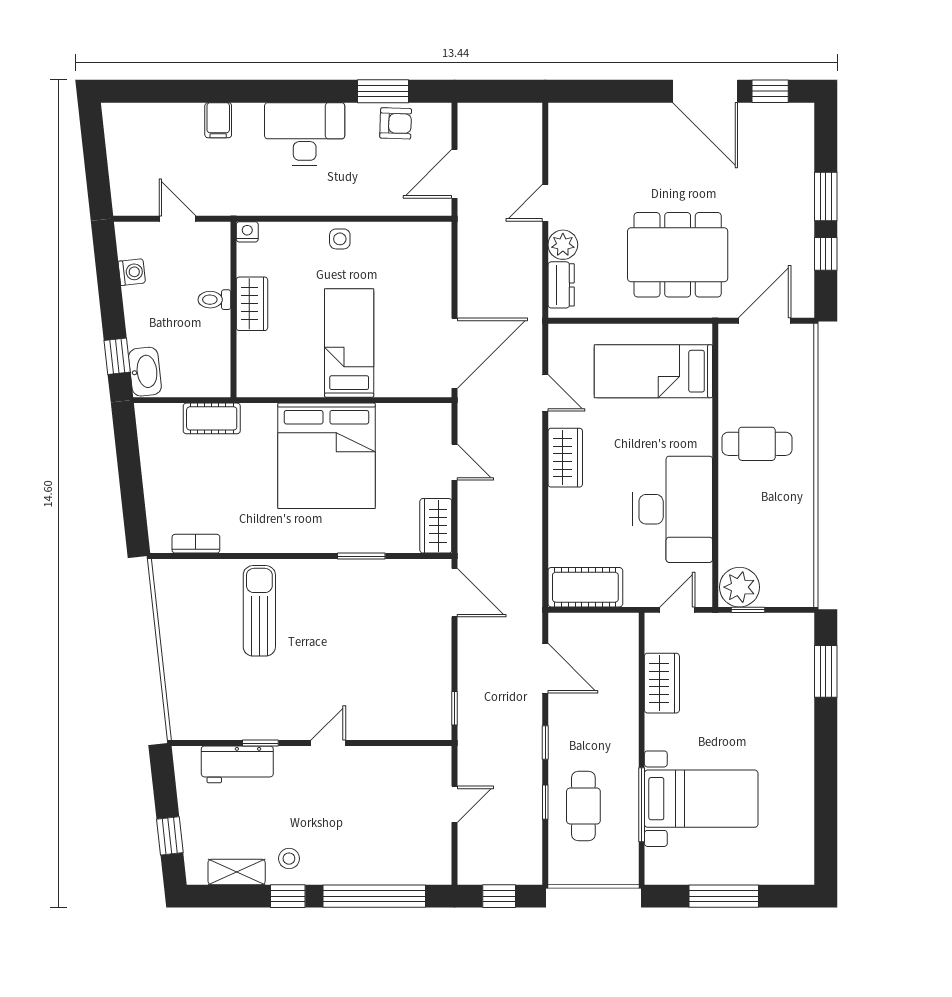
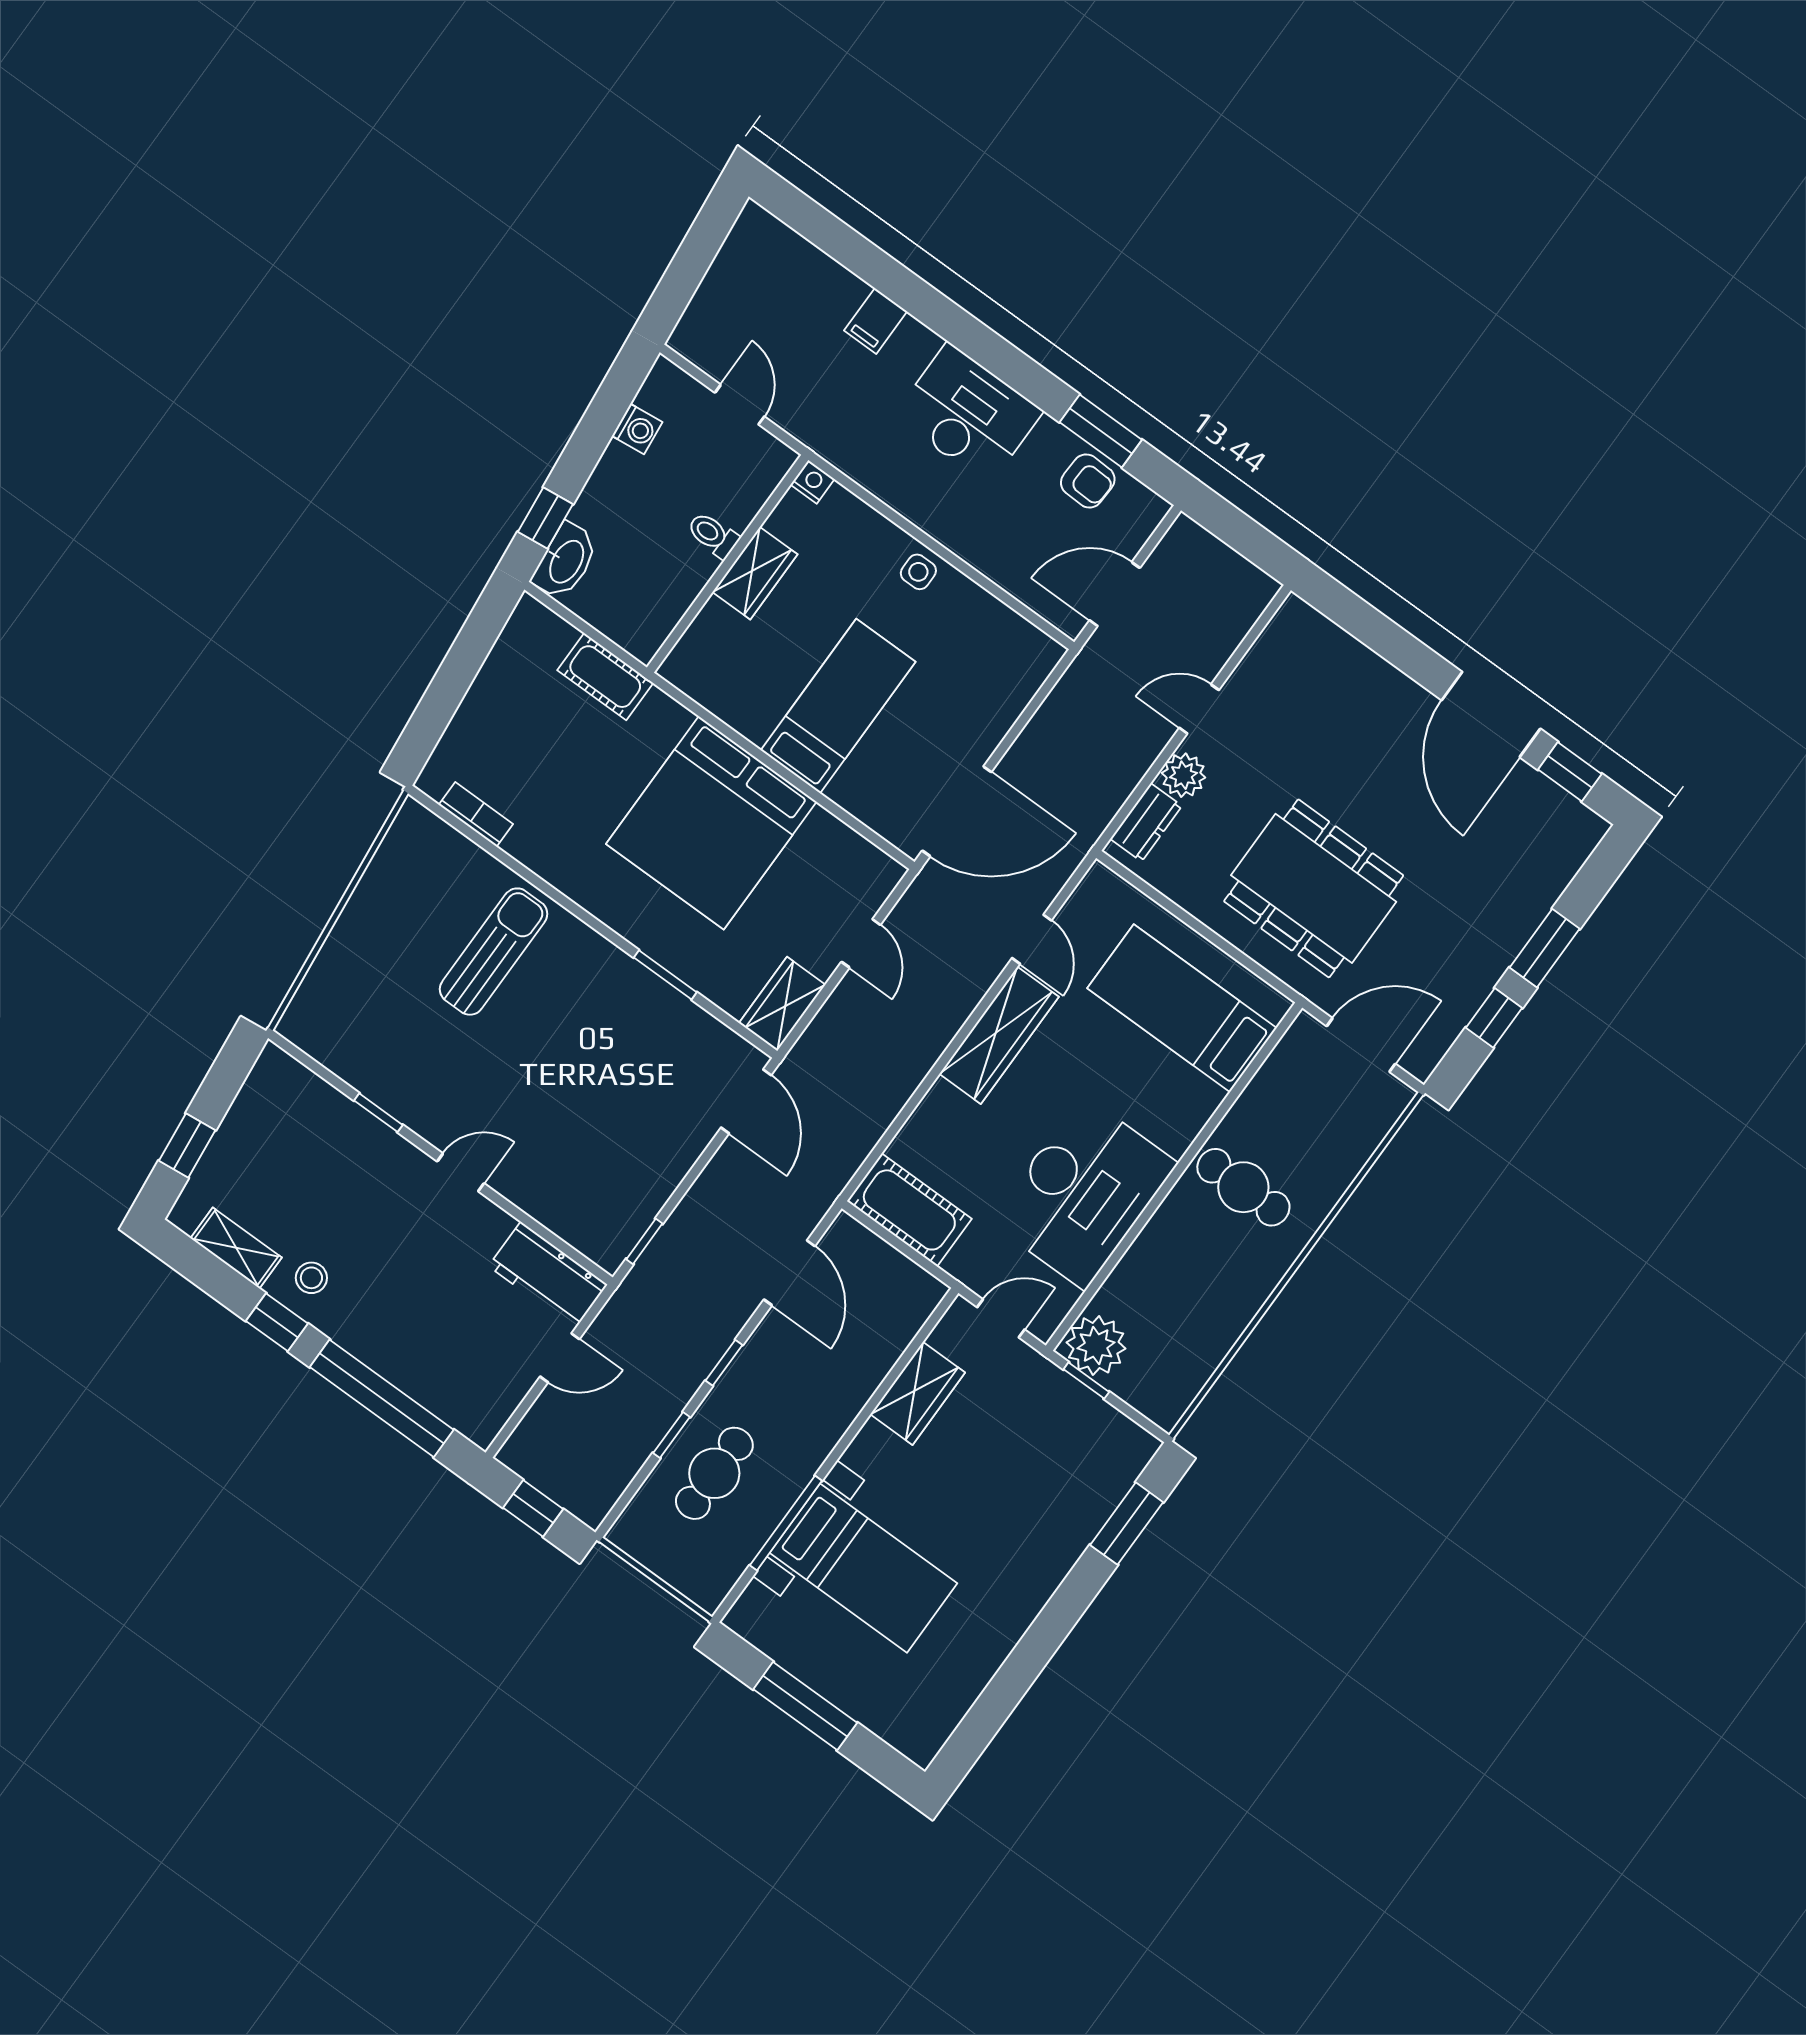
wardrobe: (565, 458) -> (999, 1035), width x1.50
workbench: (237, 764) -> (548, 1275), moved

